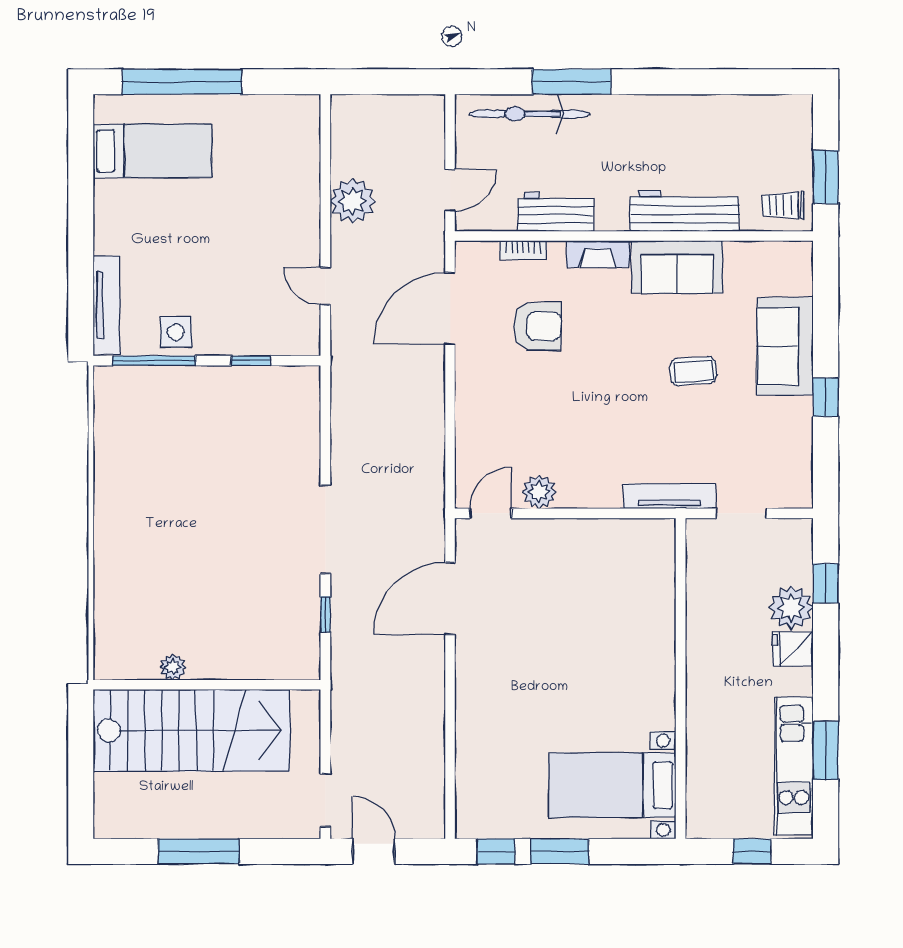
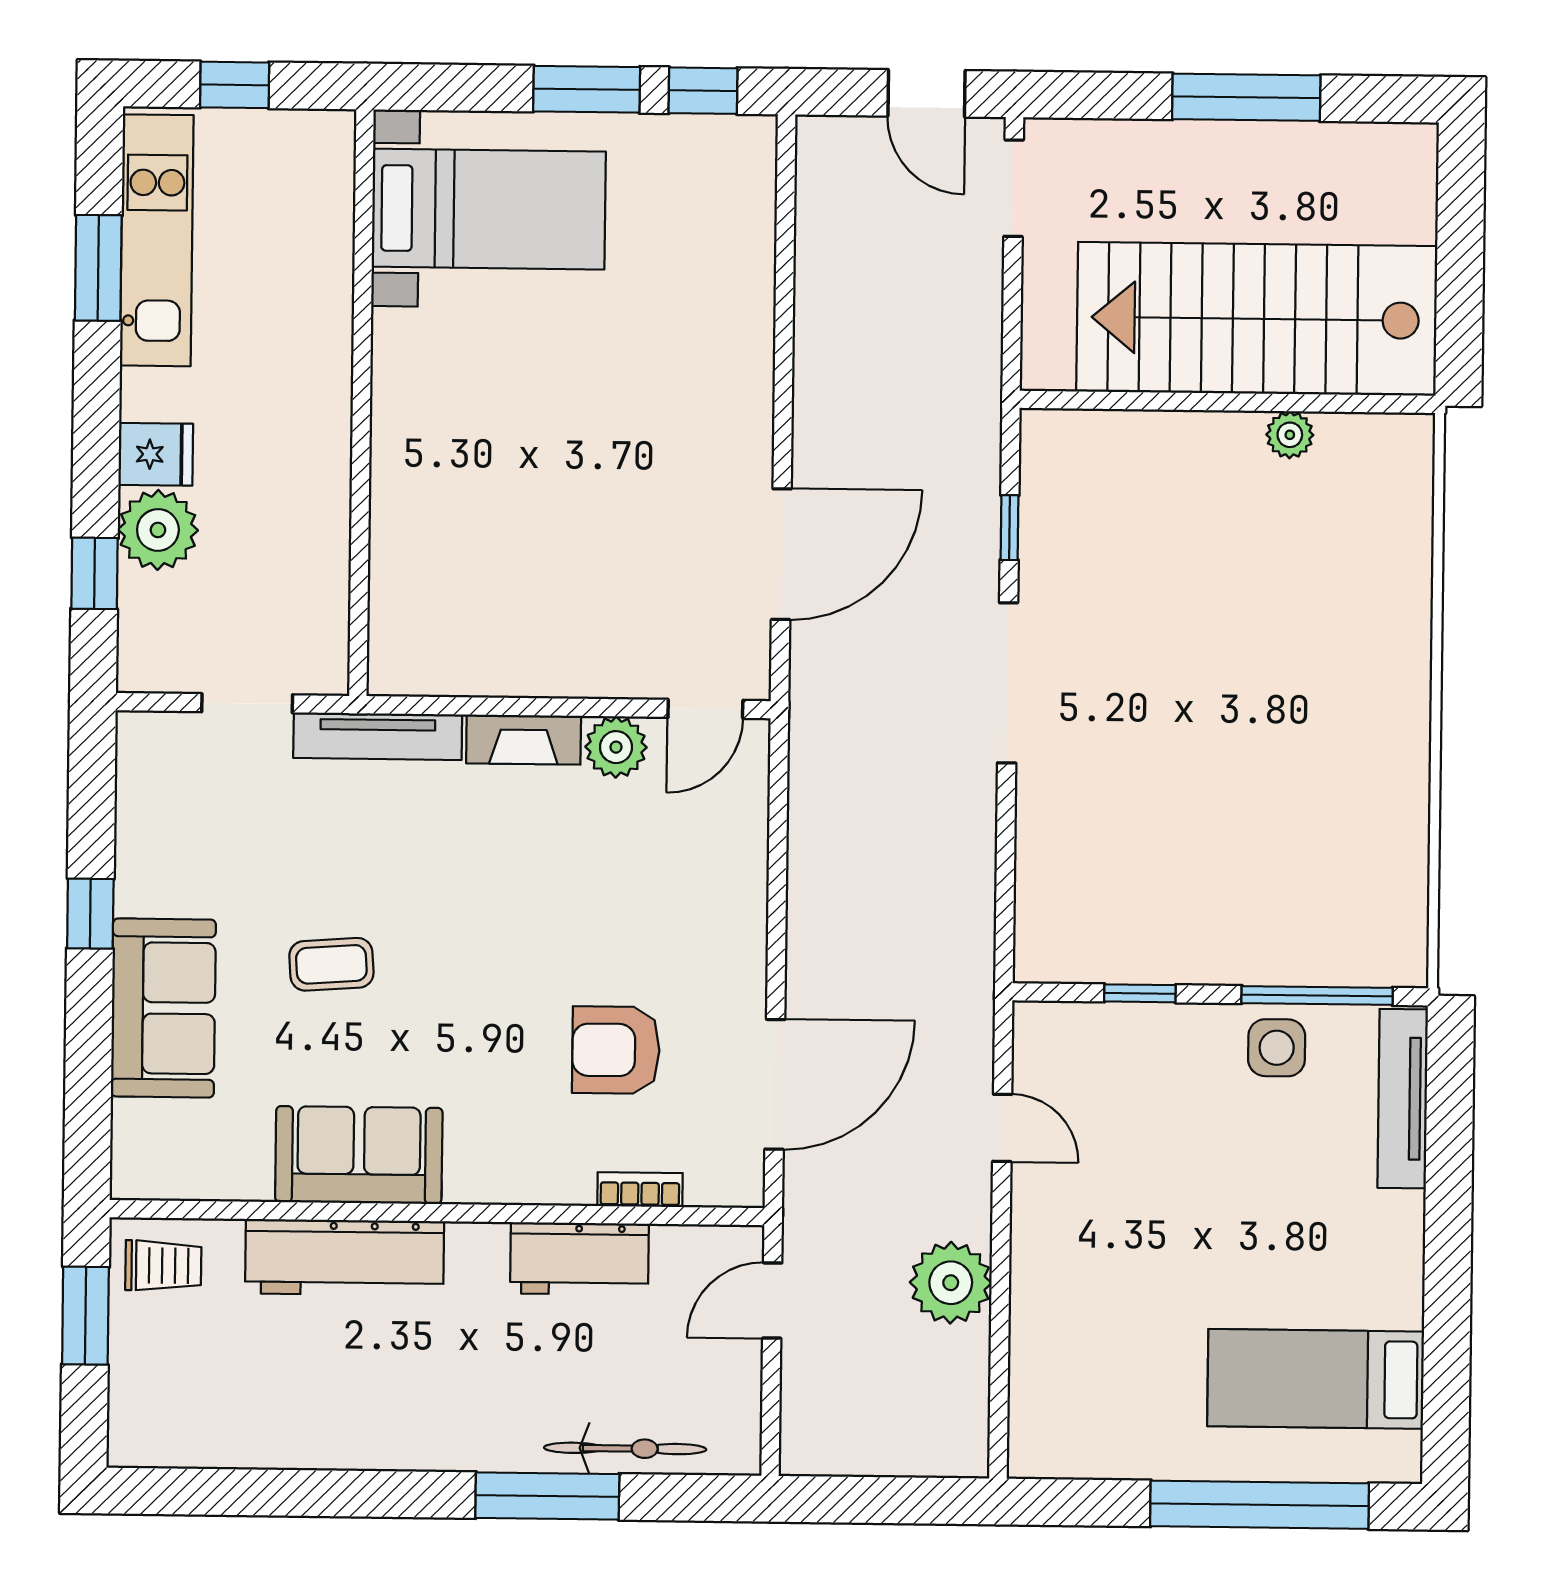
bicycle: (529, 114) -> (625, 1448), width x0.73, depth x0.71
fireplace: (598, 254) -> (524, 740), moved, turned 180

